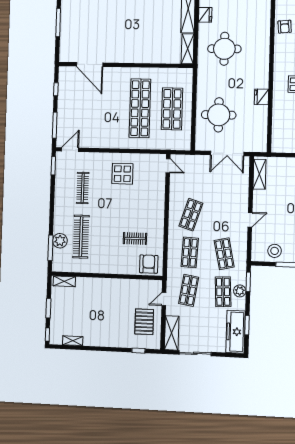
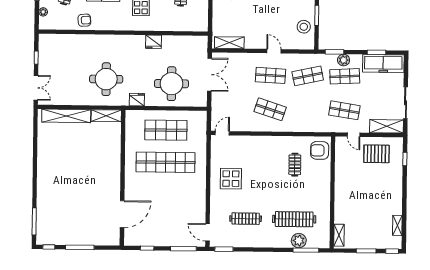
fridge: (205, 15) -> (137, 100), moved
shop shelf: (190, 252) -> (271, 75), moved

